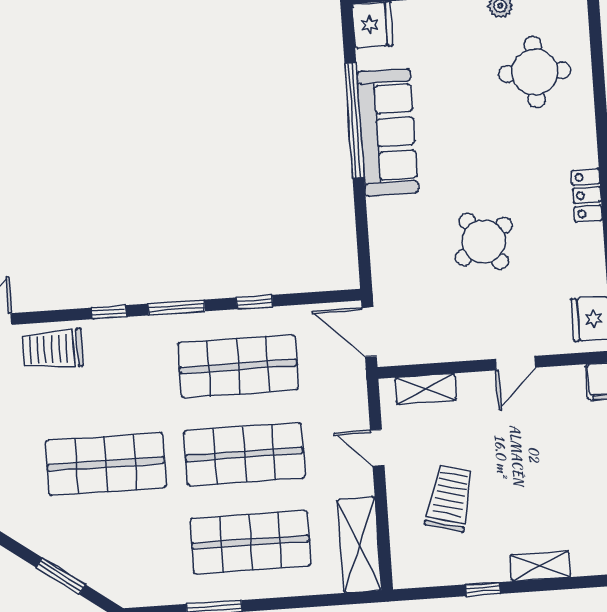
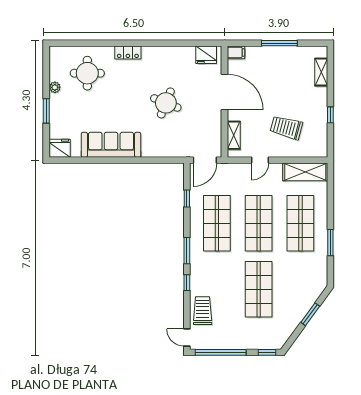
window: (354, 120) -> (104, 160), removed
locker: (587, 195) -> (128, 53), moved
round table: (484, 241) -> (166, 103), turned -33
window: (255, 302) -> (187, 198), moved
trolley: (53, 349) -> (203, 311), turned 180
door: (515, 363) -> (225, 92), width x1.87
shelving: (540, 566) -> (321, 72), moved

